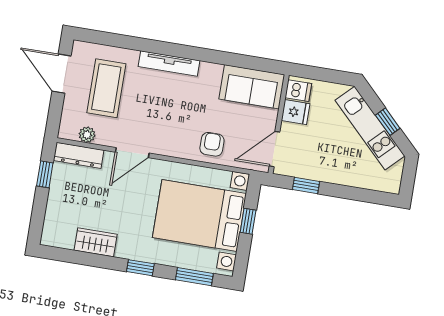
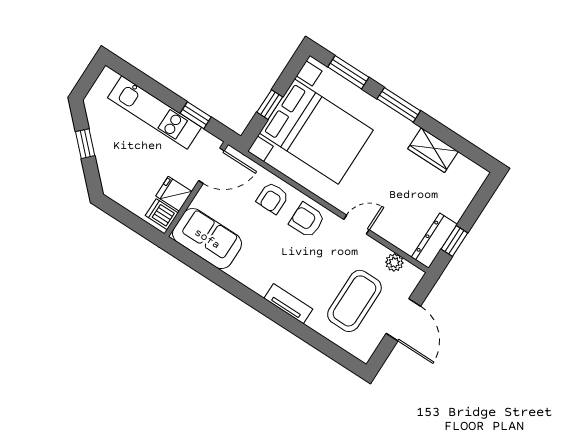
tv unit: (169, 63) -> (288, 304), width x0.71
door: (61, 74) -> (403, 320), moved
kitchen unit: (370, 128) -> (154, 112), moved, turned 135
armchair: (175, 138) -> (307, 220), added
door: (132, 153) -> (356, 225), width x0.73
dresser: (79, 155) -> (434, 241), moved, turned -90
window: (140, 268) -> (399, 105), width x1.50

